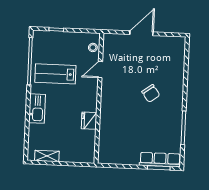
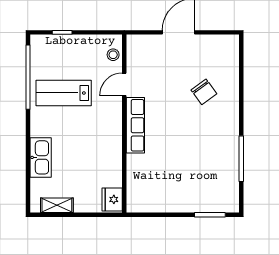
chair: (151, 93) -> (204, 92), moved
kitchen sink: (37, 109) -> (41, 157), moved
fridge: (89, 121) -> (112, 199), moved
row of seats: (160, 160) -> (135, 125), moved, turned 90

